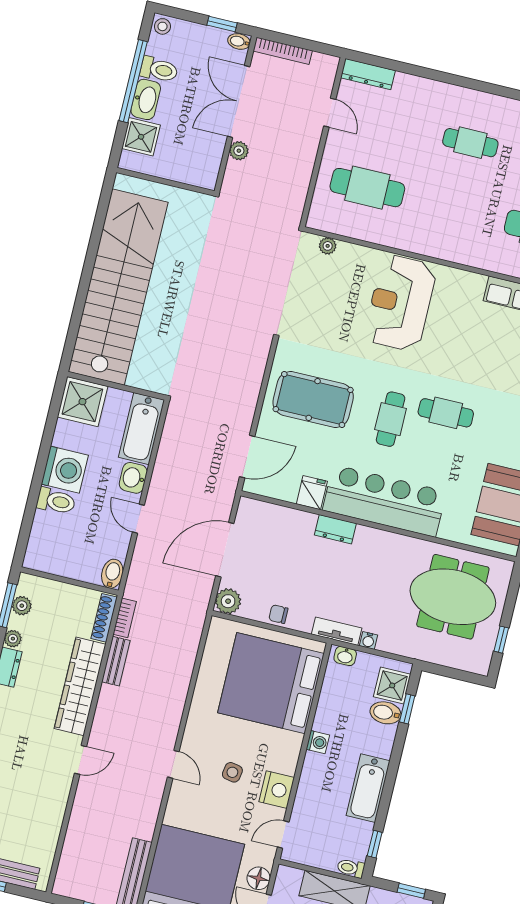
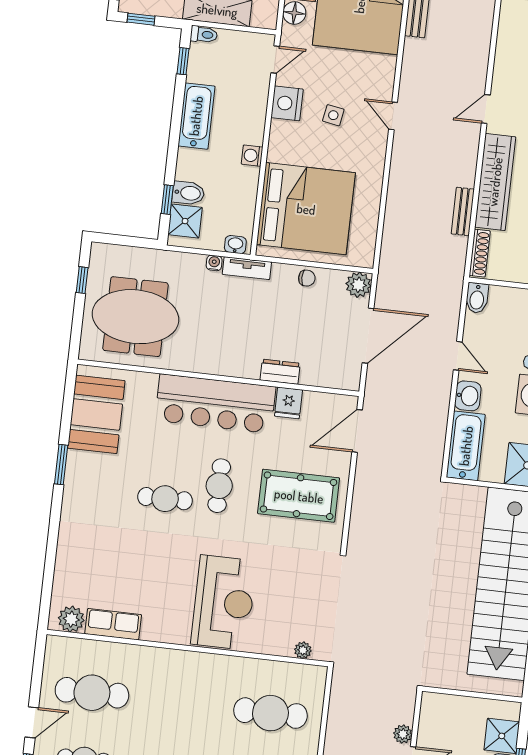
dresser: (335, 529) -> (280, 372), moved
bookcase: (125, 618) -> (459, 256), removed

